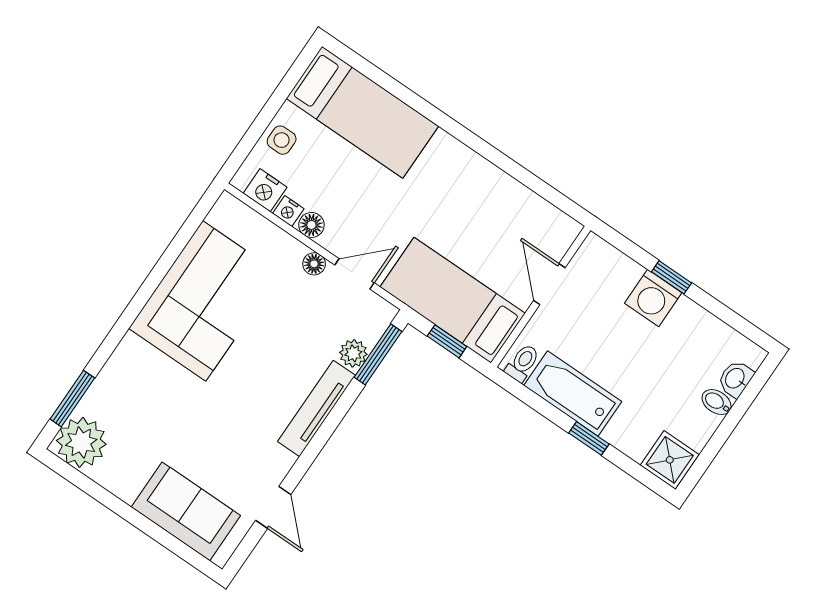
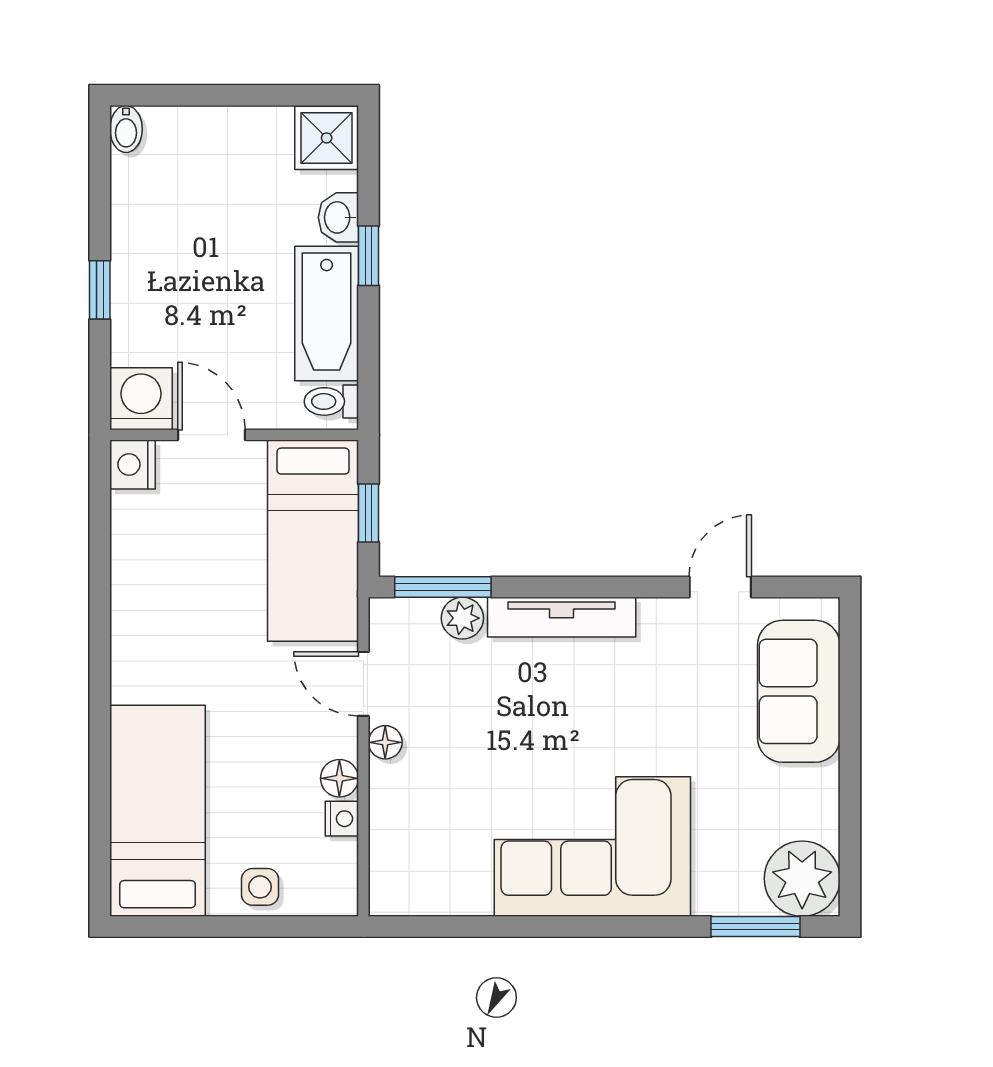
nightstand: (265, 190) -> (133, 464), moved, turned 180
door: (549, 284) -> (212, 435), swing flipped
washing machine: (653, 298) -> (141, 399), moved, turned -90
corner sofa: (204, 301) -> (592, 846), moved
washbasin: (735, 379) -> (338, 217), moved, turned 90
bidet: (717, 402) -> (126, 129), moved

